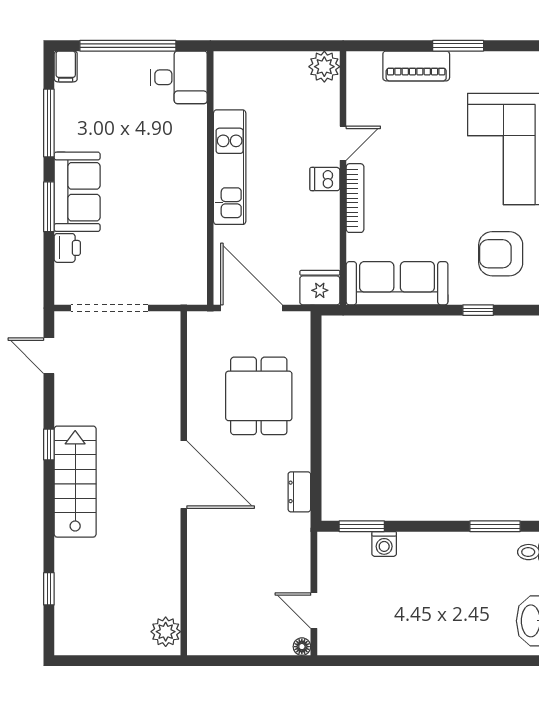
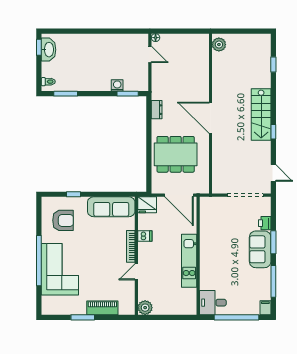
dishwasher: (325, 179) -> (145, 236), moved
dining table: (259, 396) -> (176, 154), width x1.37

